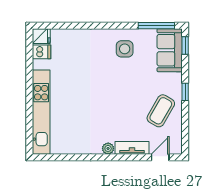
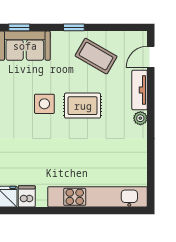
side table: (125, 49) -> (44, 104), moved
rug: (119, 99) -> (83, 106), added
door: (160, 157) -> (151, 57), hinge flipped

